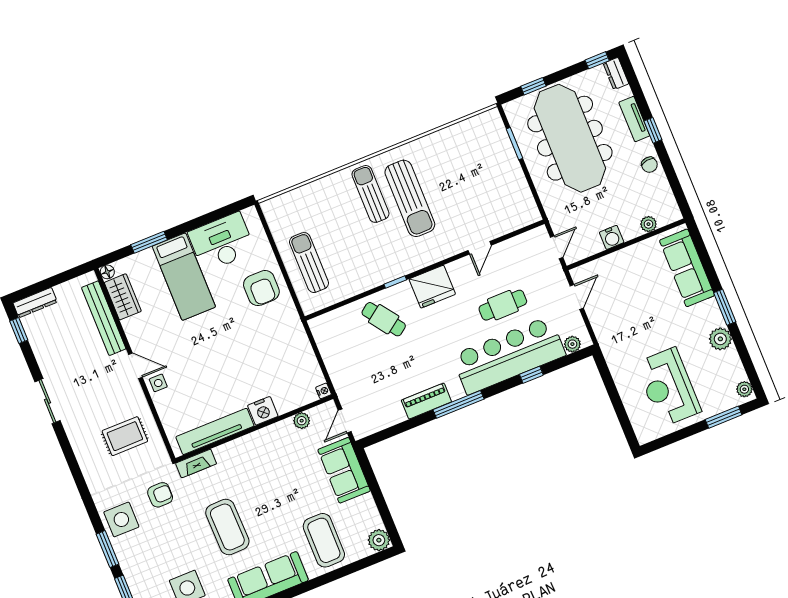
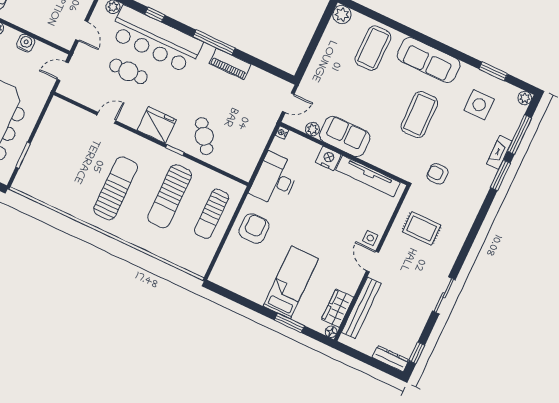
sun lounger: (370, 194) -> (170, 196), moved, width x1.36, depth x1.34
desk: (222, 242) -> (275, 179), moved, turned 90
door: (577, 297) -> (82, 31), swing flipped
fireplace: (196, 463) -> (499, 152), moved, turned -90
sofa: (344, 470) -> (345, 136), moved, turned -90
side table: (121, 519) -> (474, 184), removed

